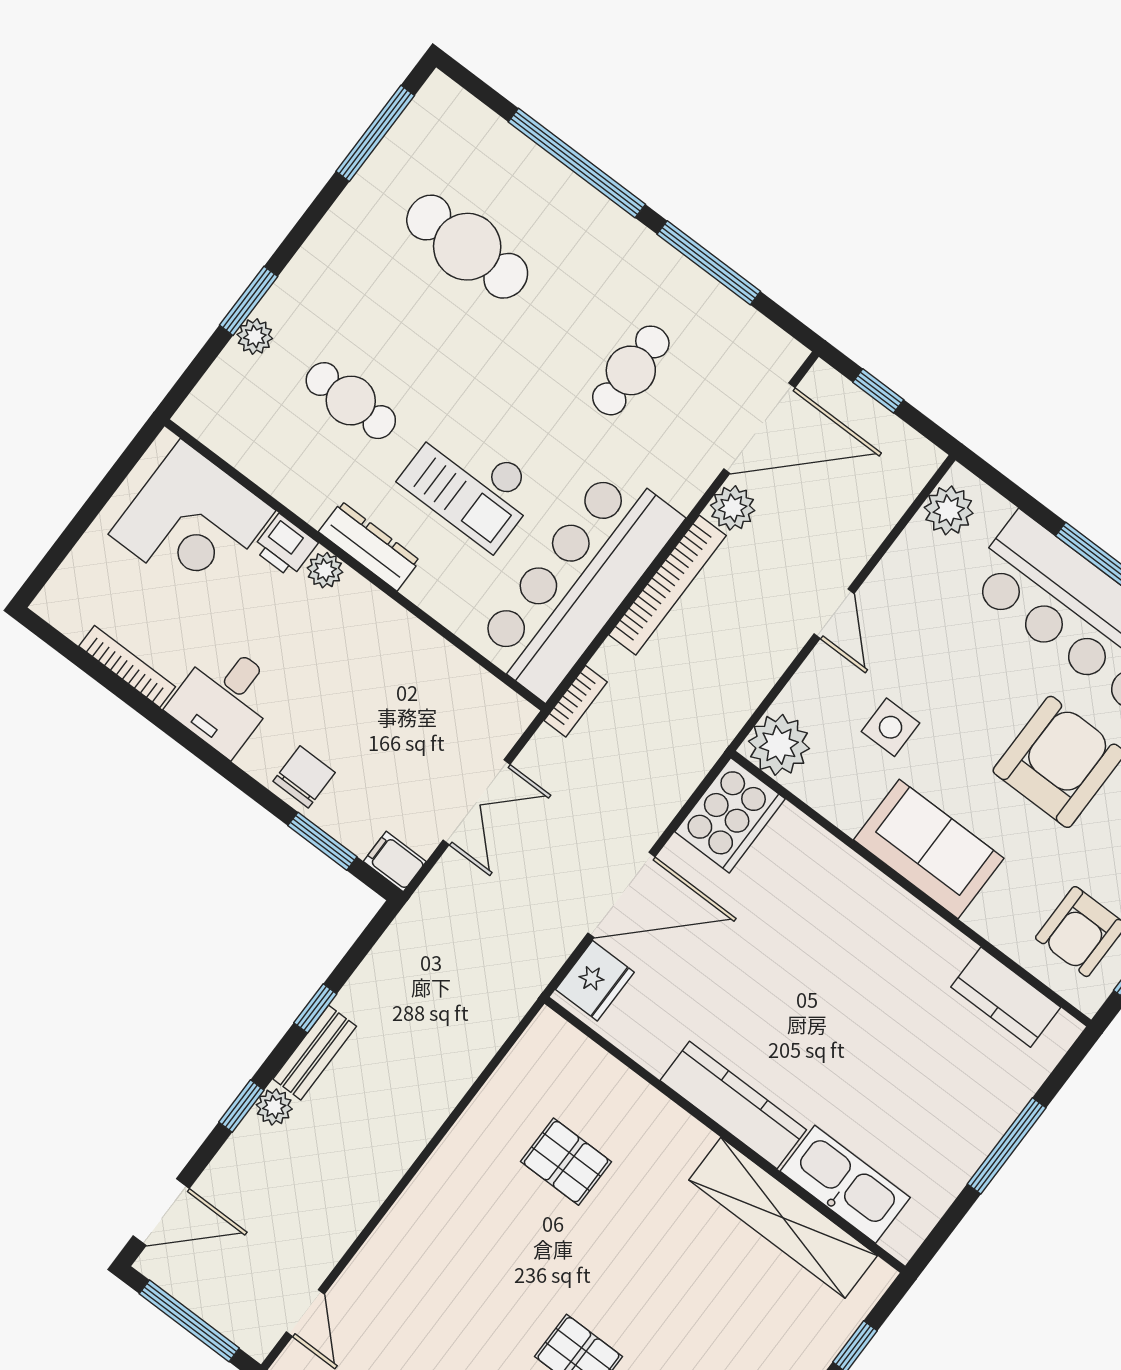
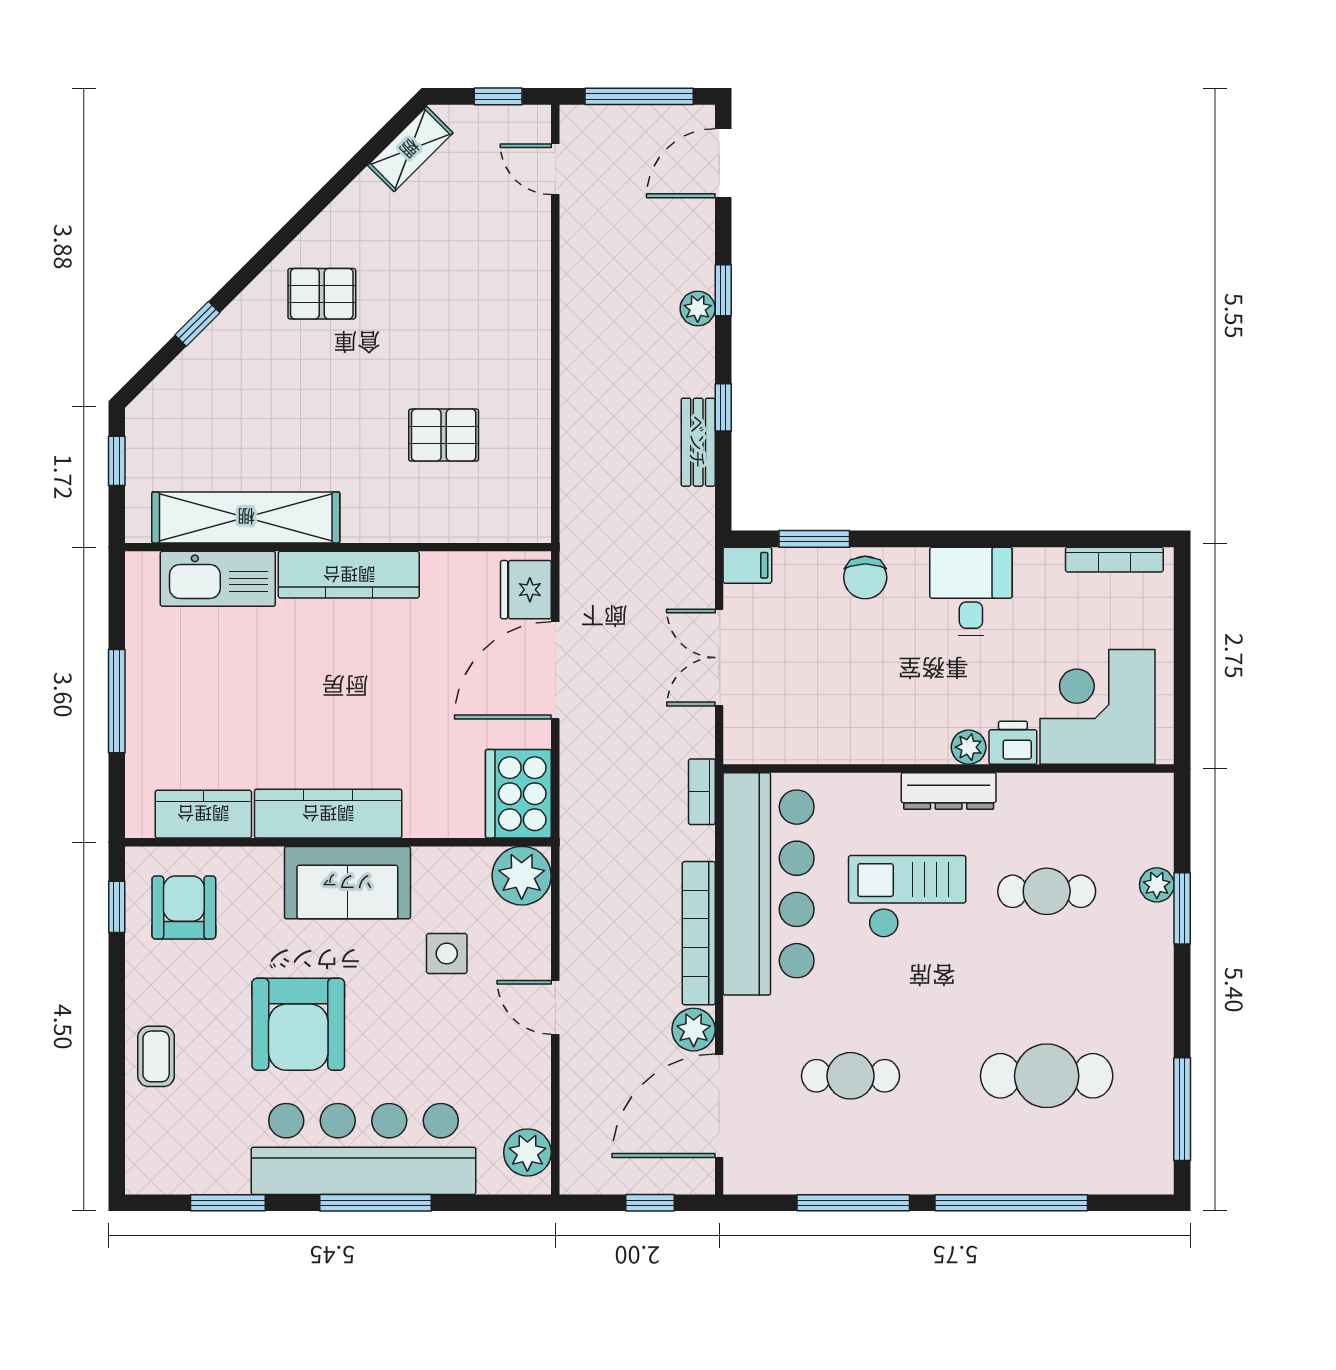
cafe table: (631, 370) -> (851, 1076), turned 90
bookcase: (127, 666) -> (1114, 560), moved
kitchen counter: (901, 919) -> (328, 814), added
bench: (315, 1053) -> (698, 442), moved

